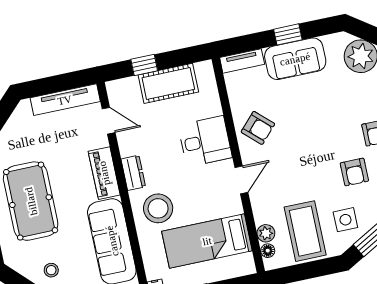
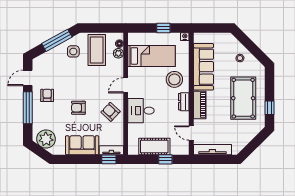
window: (288, 34) -> (109, 159), moved
armchair: (354, 172) -> (78, 108), moved, turned -90

